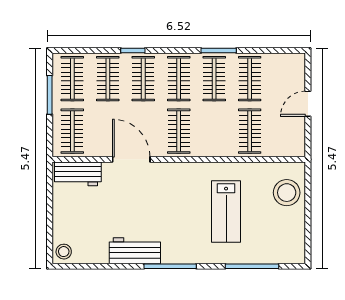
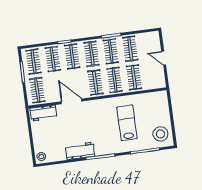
door: (308, 104) -> (164, 58), hinge flipped
clothes rail: (214, 131) -> (115, 80), added
stool: (287, 193) -> (160, 134), moved
lab bench: (226, 211) -> (127, 123), turned 180

